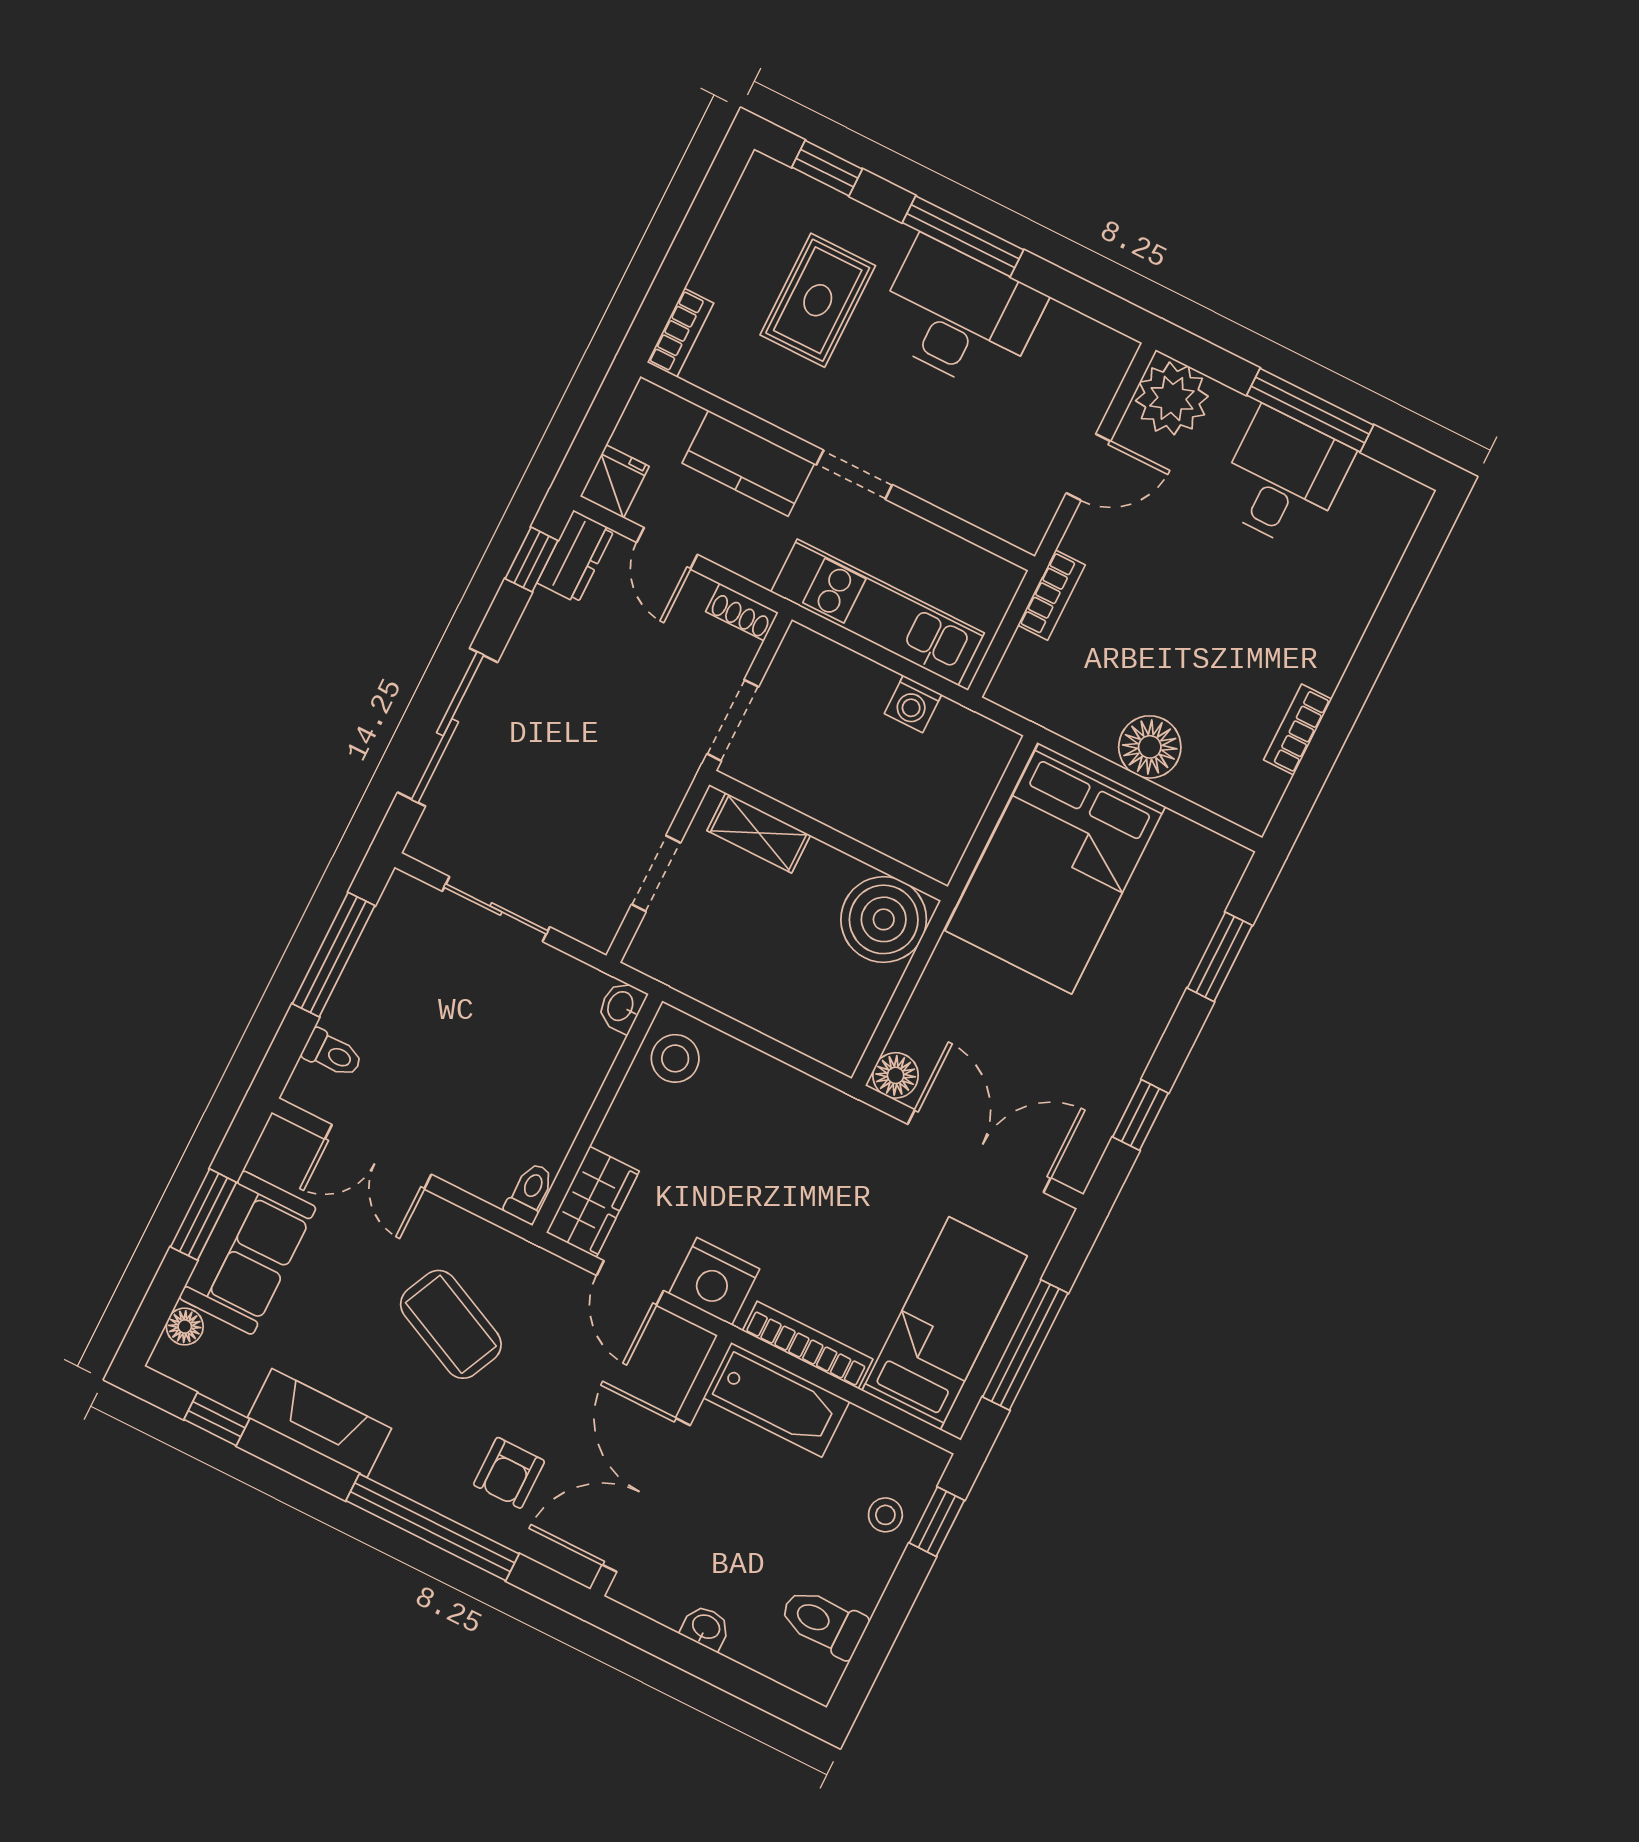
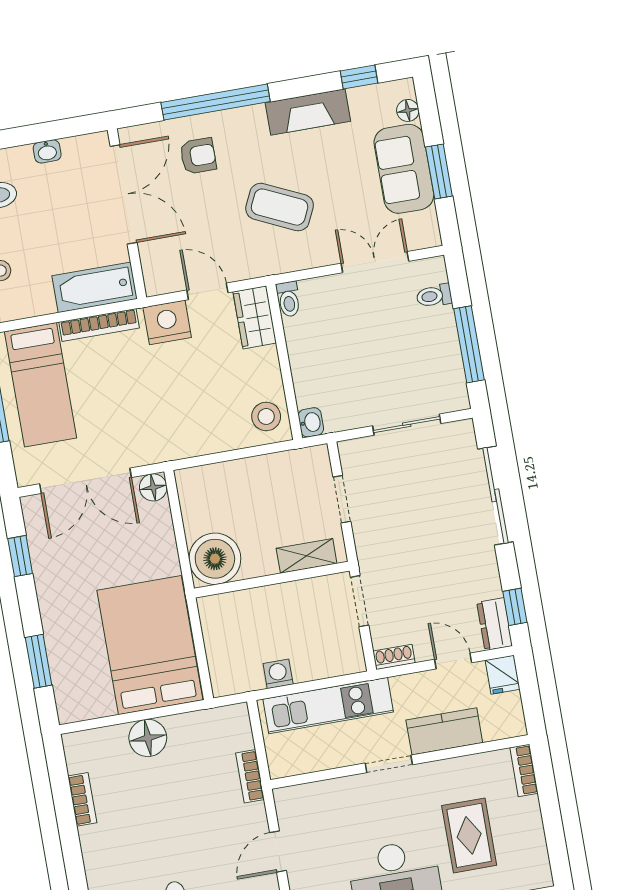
armchair: (509, 1473) -> (198, 156), turned 90

